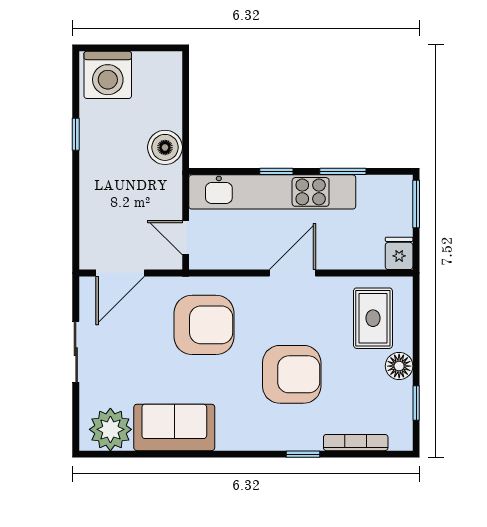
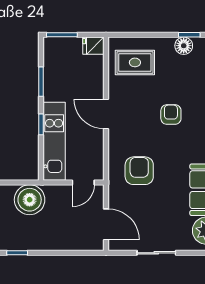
boiler: (165, 147) -> (30, 200), width x1.37, depth x1.37
kitchen unit: (272, 192) -> (54, 141), width x0.73
armchair: (204, 325) -> (139, 171), width x0.73, depth x0.73
floor lamp: (399, 366) -> (184, 46), moved
armchair: (292, 374) -> (171, 114), width x0.53, depth x0.53

